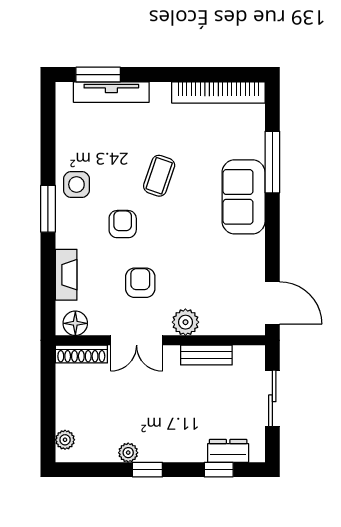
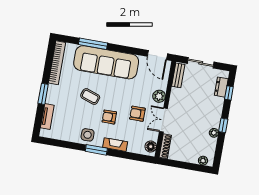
window: (98, 75) -> (43, 94), moved
tv unit: (111, 92) -> (47, 117), width x0.71
sofa: (244, 197) -> (106, 62), width x1.85, depth x1.27
fireplace: (66, 275) -> (115, 145), moved
door: (272, 303) -> (157, 55), swing flipped
double door: (137, 340) -> (163, 120), swing flipped
bench: (206, 355) -> (178, 75), moved

